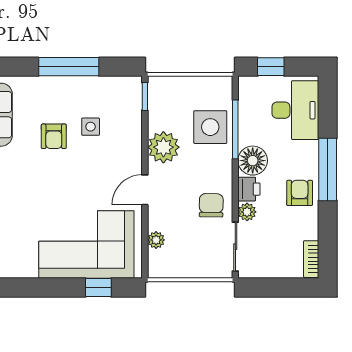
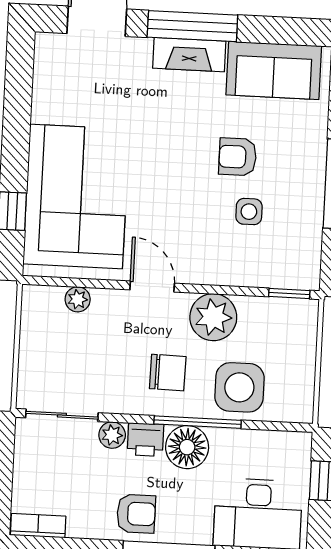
window: (235, 129) -> (198, 422), moved
chair: (211, 205) -> (168, 373), moved

